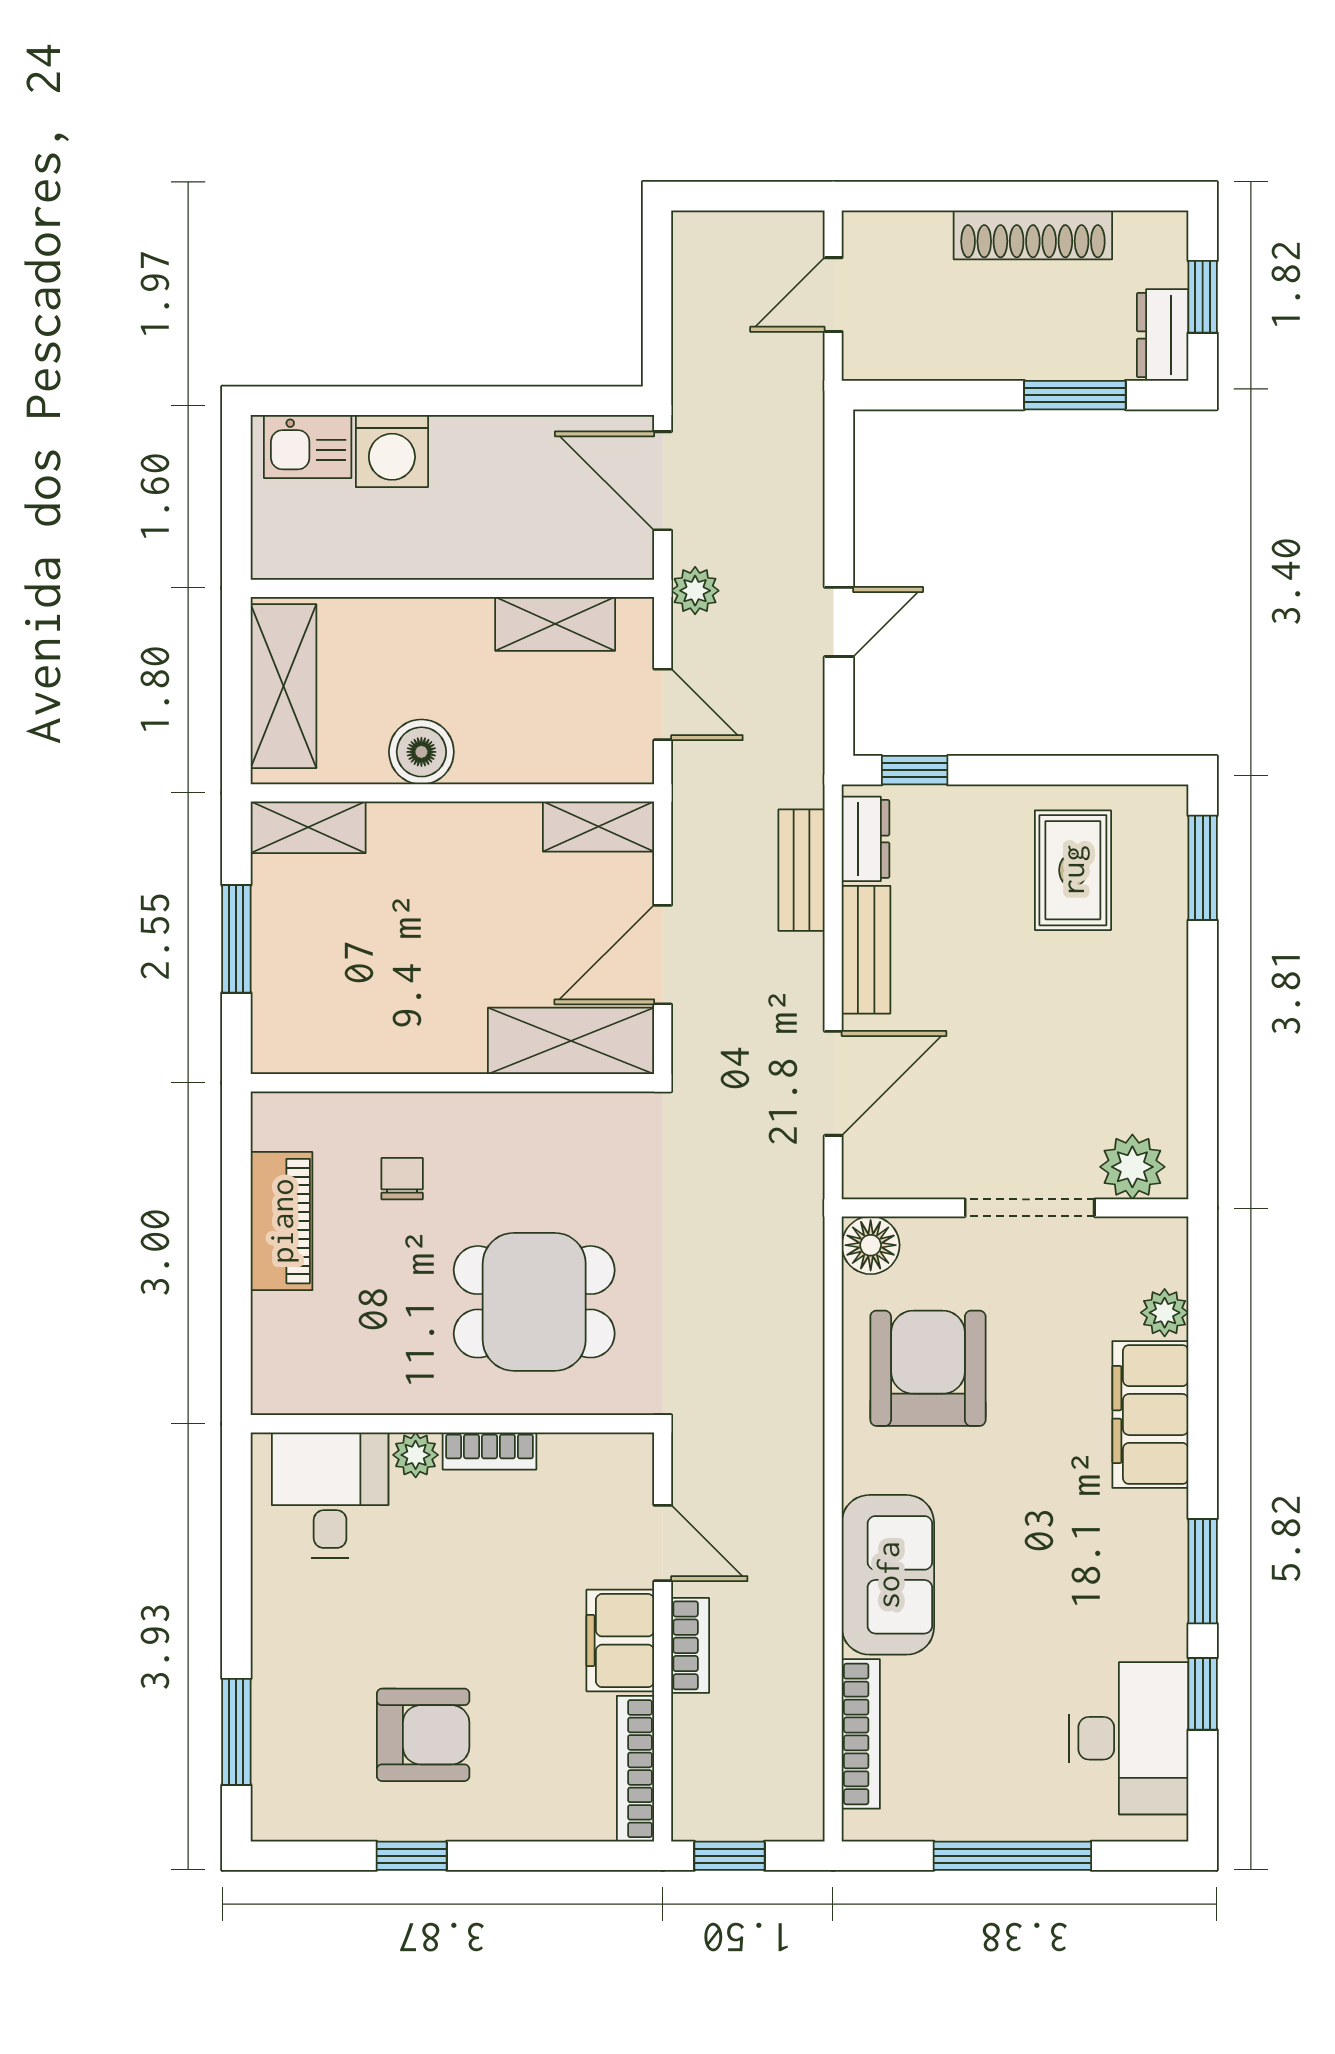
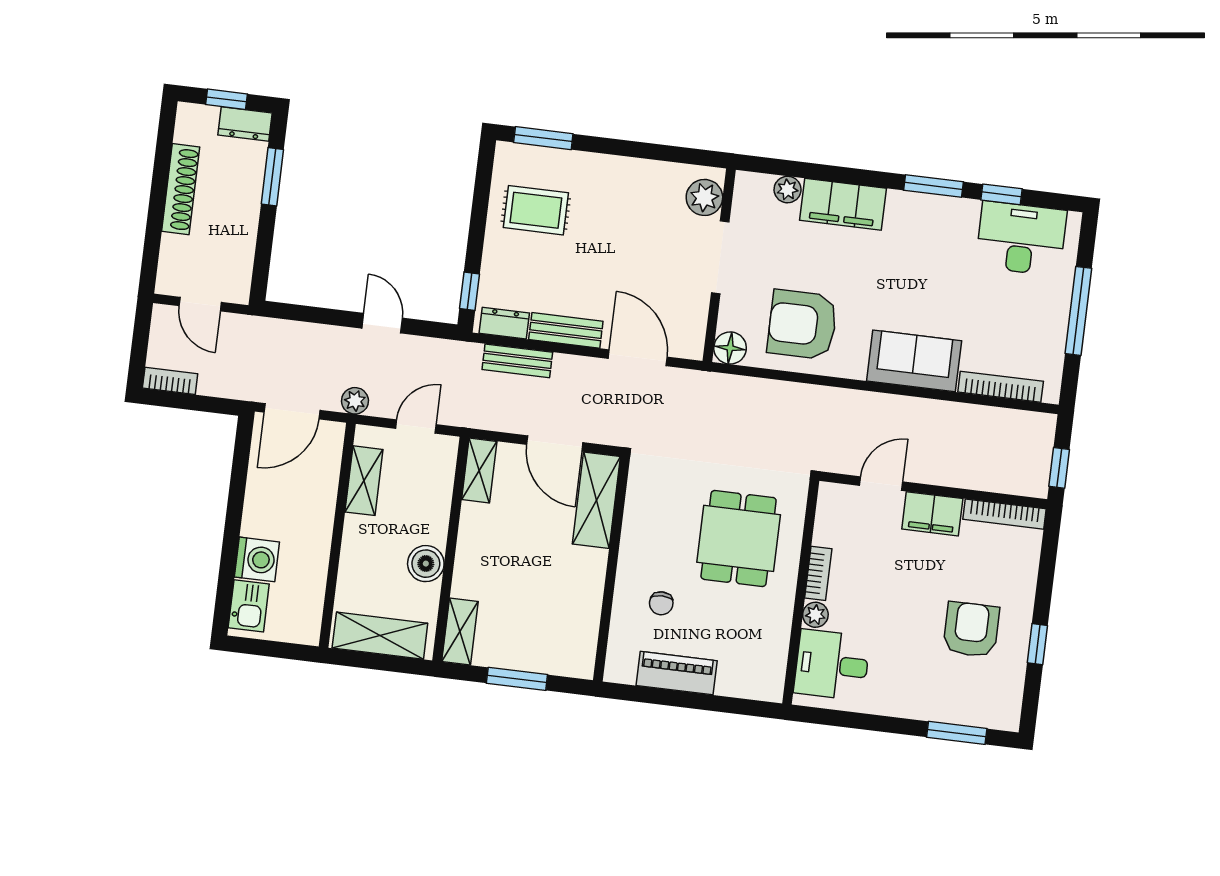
chair: (402, 1179) -> (661, 603), turned -90
bookcase: (690, 1645) -> (170, 381), moved

